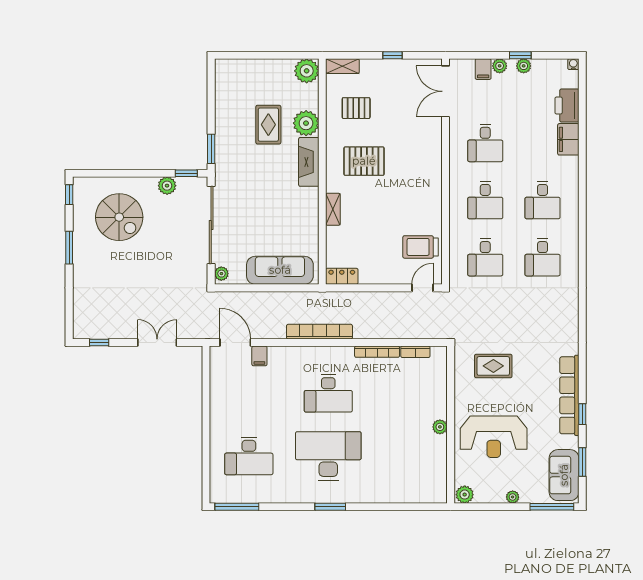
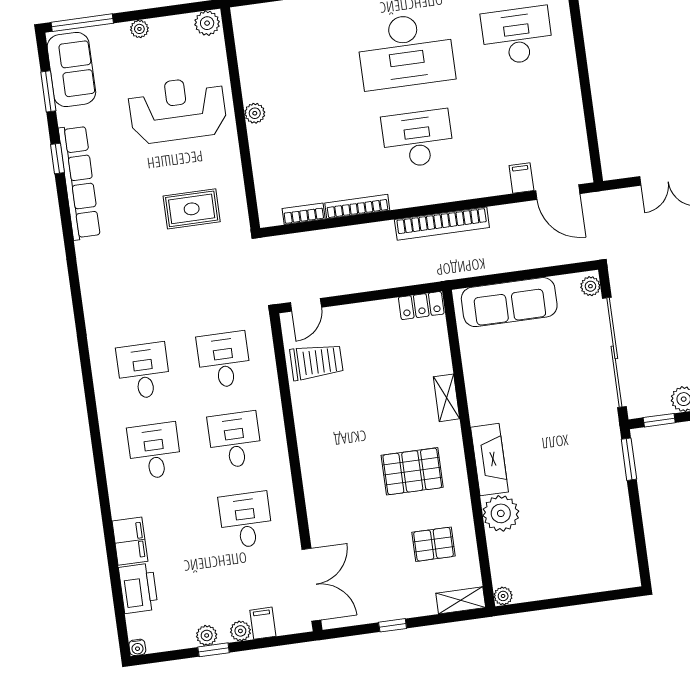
plant: (307, 71) -> (503, 596), width x0.53, depth x0.53
rug: (268, 125) -> (553, 504), removed

